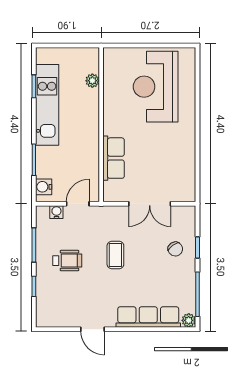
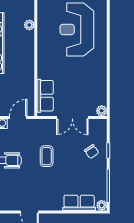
row of seats: (114, 158) -> (45, 96), moved
plant: (189, 195) -> (102, 111), added
row of seats: (148, 317) -> (79, 203), width x0.68

